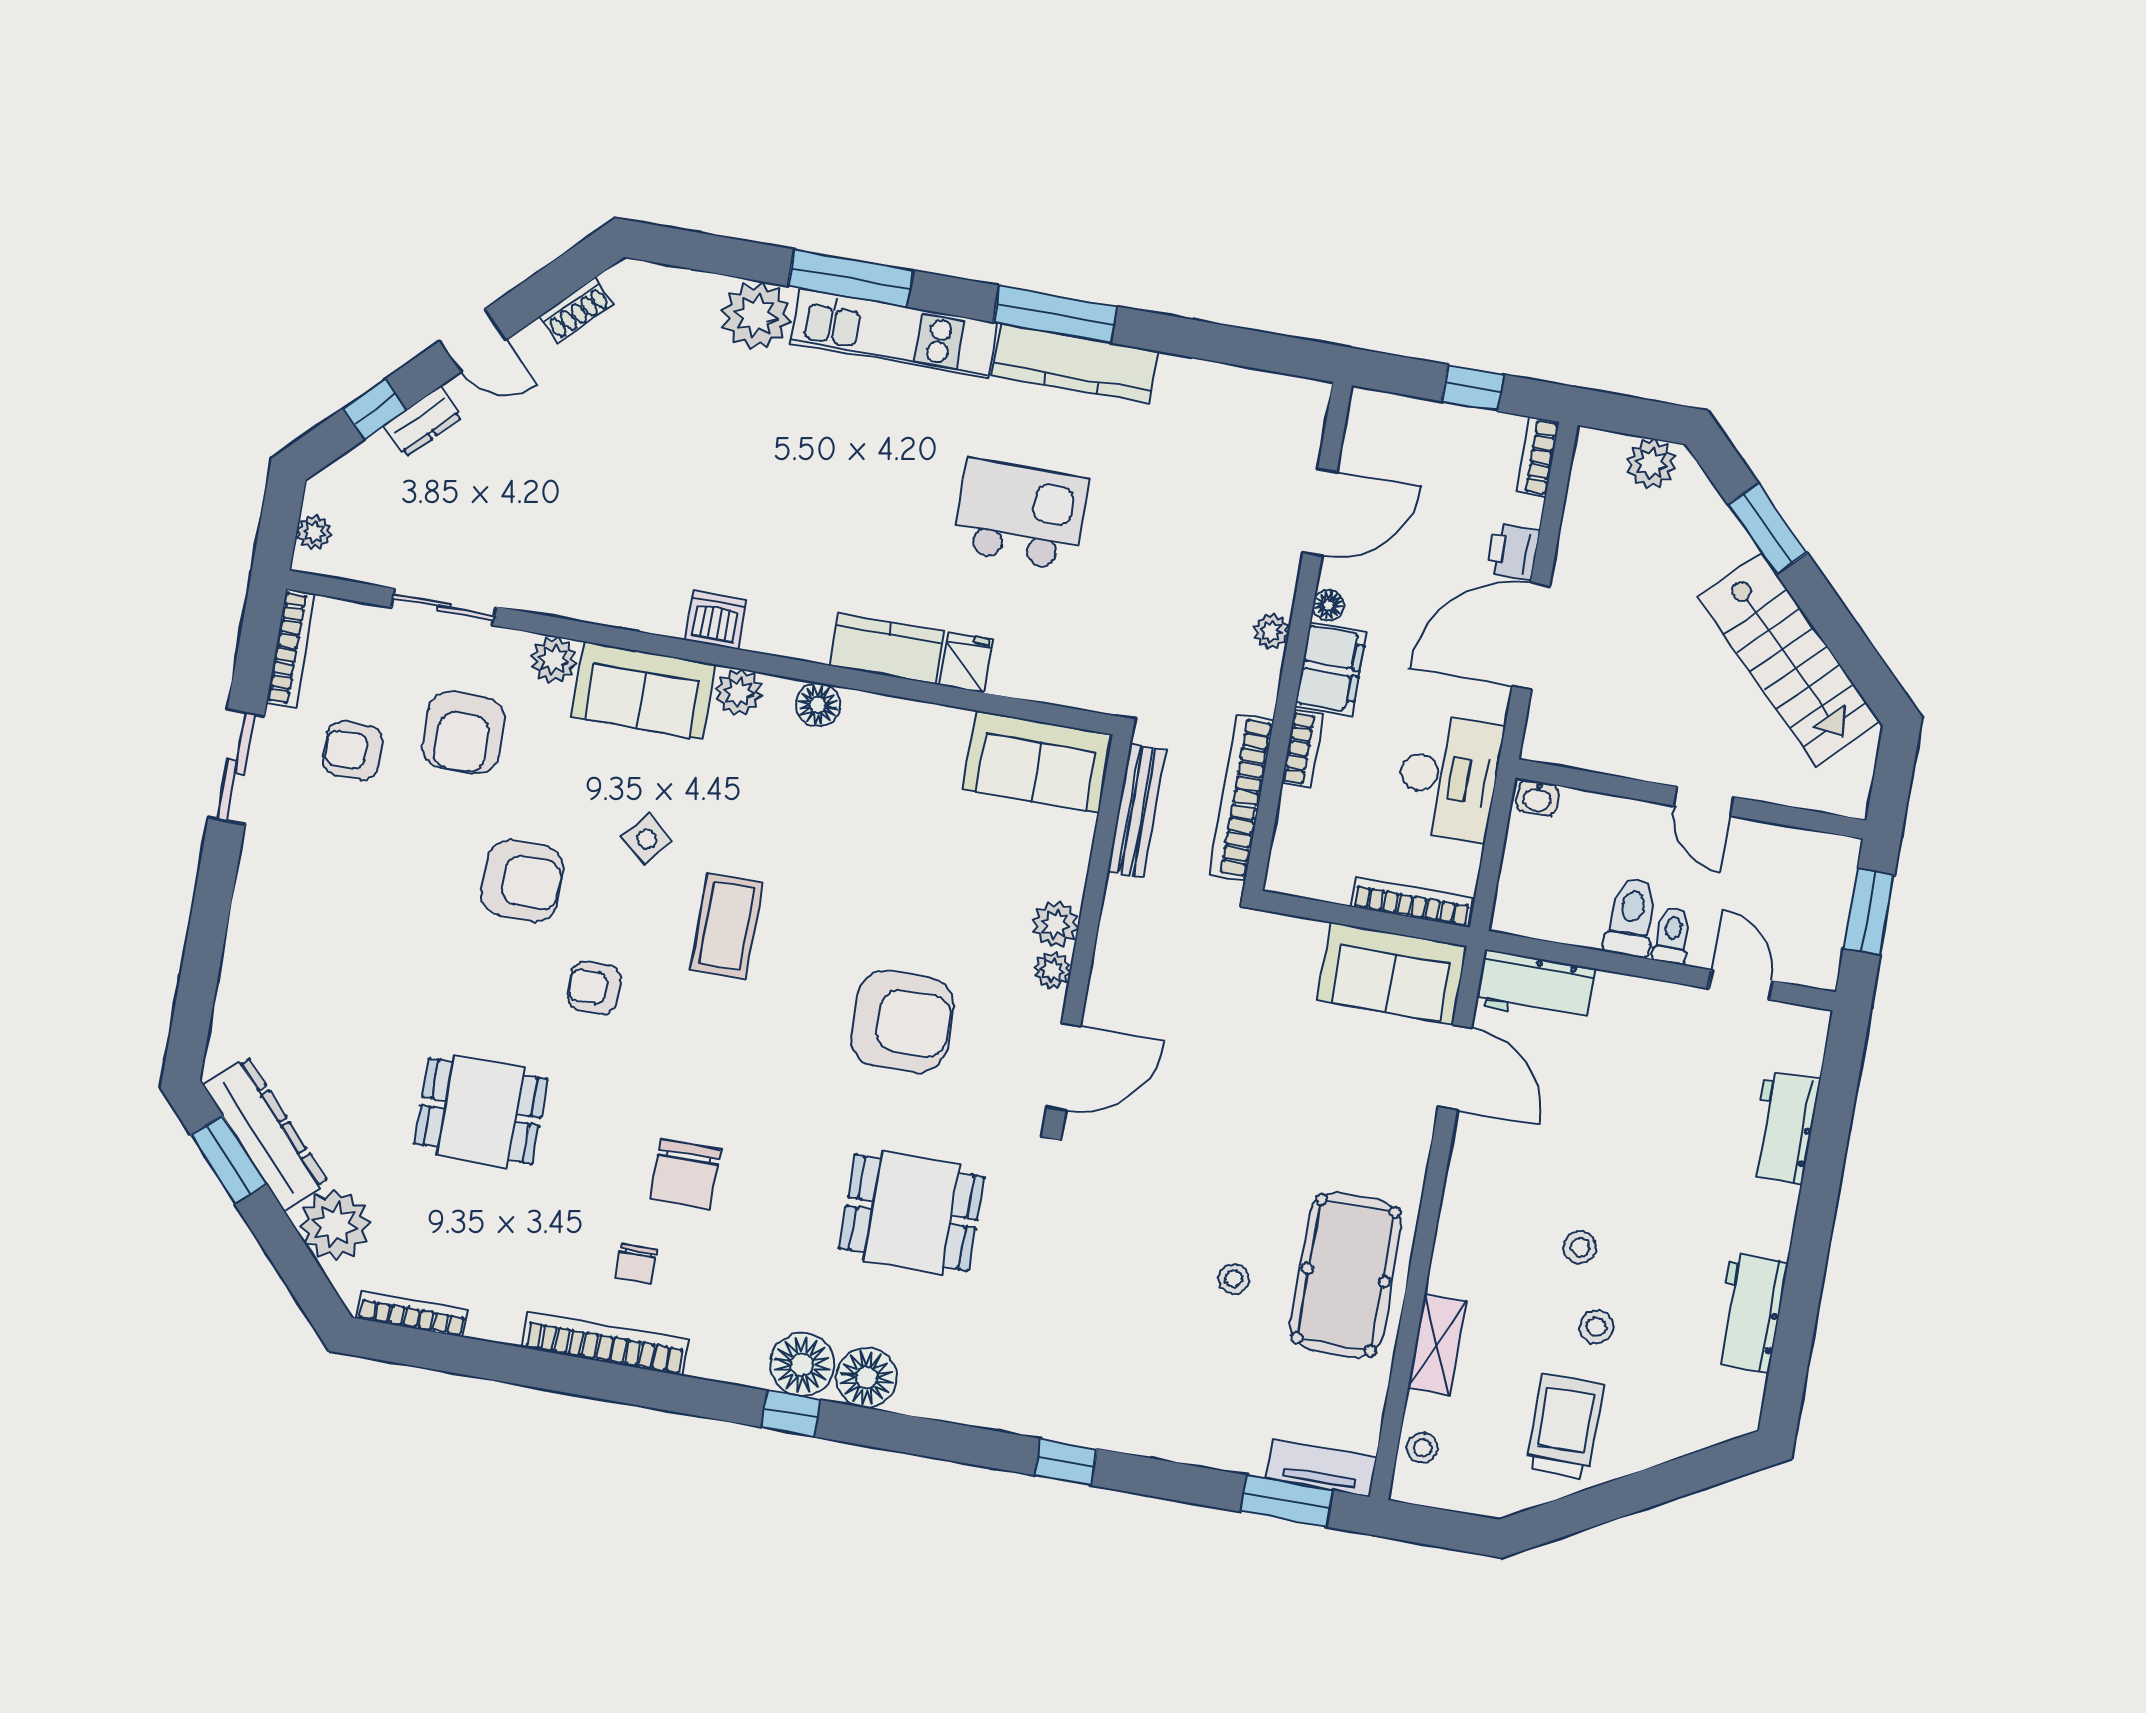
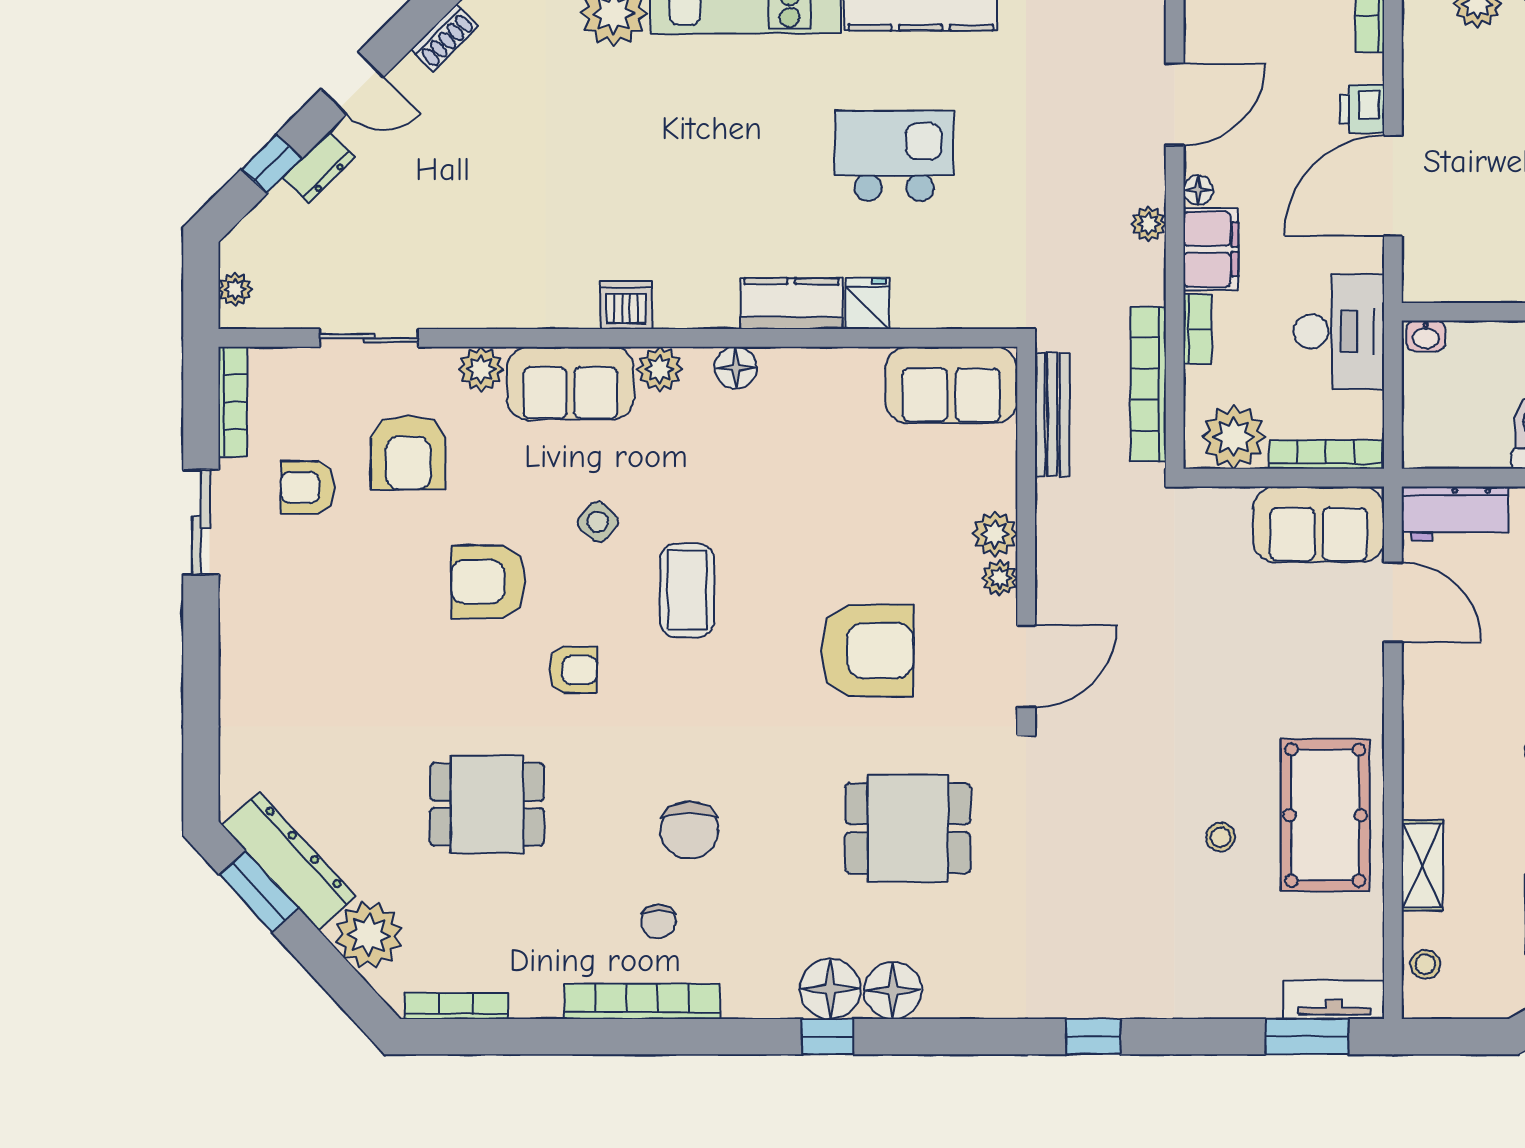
plant: (1320, 867) -> (1234, 437), added
armchair: (522, 881) -> (488, 582), turned 180
armchair: (594, 988) -> (573, 670), turned 180

